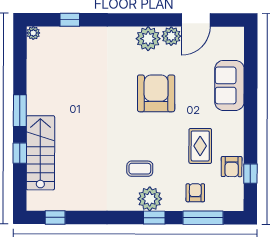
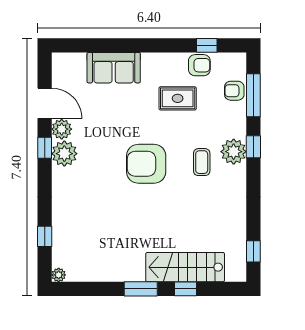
window: (154, 20) -> (45, 148), added
armchair: (156, 93) -> (146, 164), moved
armchair: (195, 193) -> (234, 91), moved

